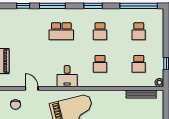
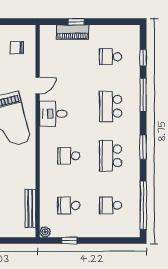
school desk: (23, 31) -> (111, 57), added
school desk: (100, 31) -> (111, 156), width x1.85
door: (32, 88) -> (38, 86), moved

